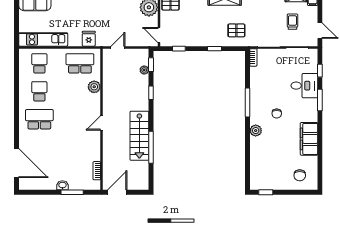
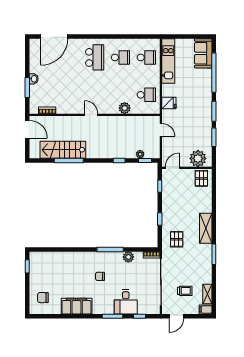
school desk: (80, 63) -> (146, 95), width x0.54
plant: (256, 131) -> (128, 257), moved
stairs: (139, 136) -> (63, 150), moved

